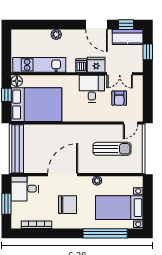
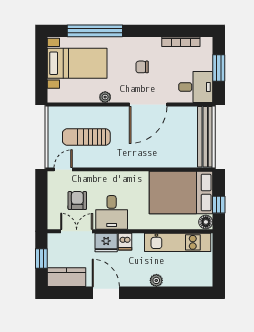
window: (126, 25) -> (69, 293), removed
chair: (68, 205) -> (142, 67), width x0.54, depth x0.54

